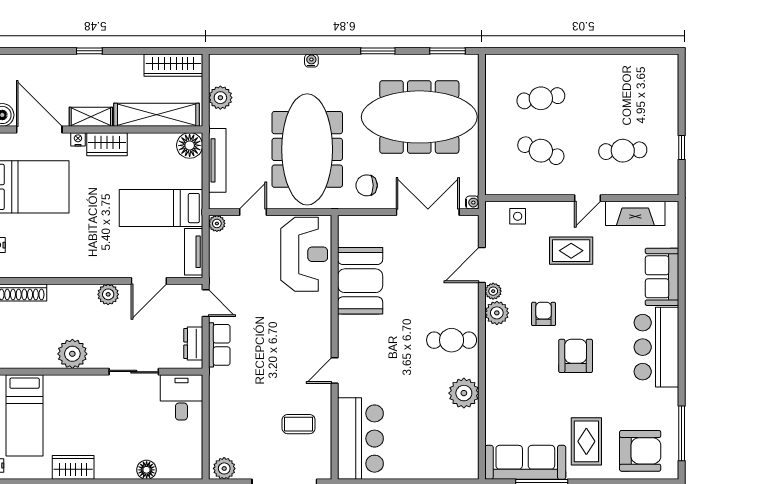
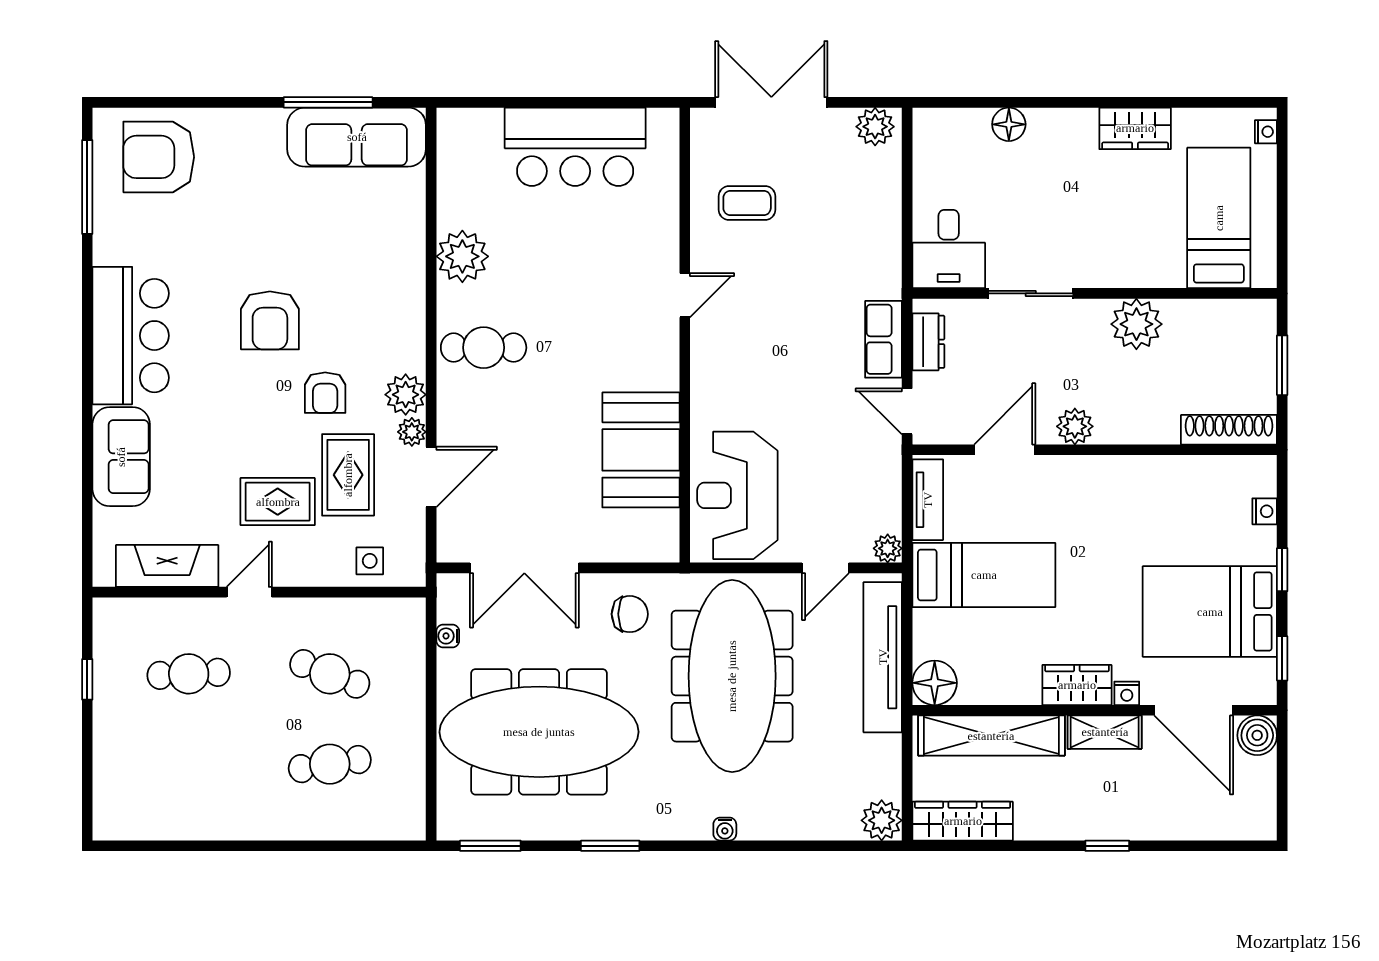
plant: (220, 98) -> (882, 820), moved
tv unit: (217, 160) -> (883, 657), width x1.36, depth x1.29
water cooler: (472, 203) -> (448, 636), moved
bar counter: (360, 439) -> (575, 147), moved, turned -90
rug: (586, 441) -> (348, 475), moved

